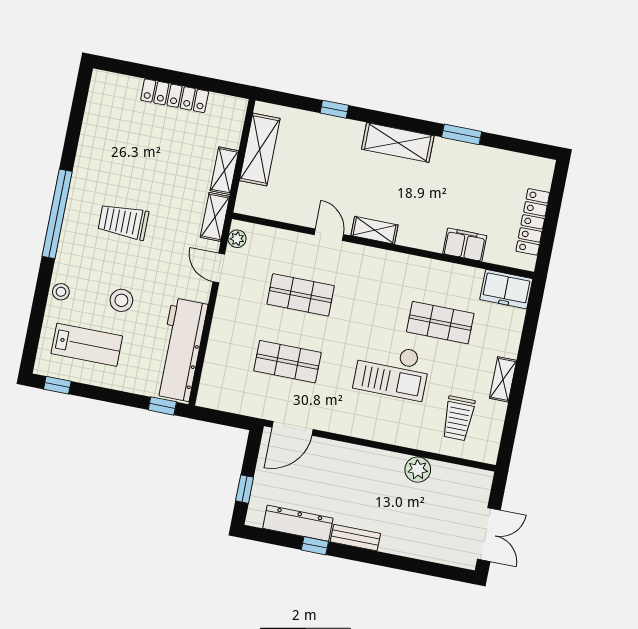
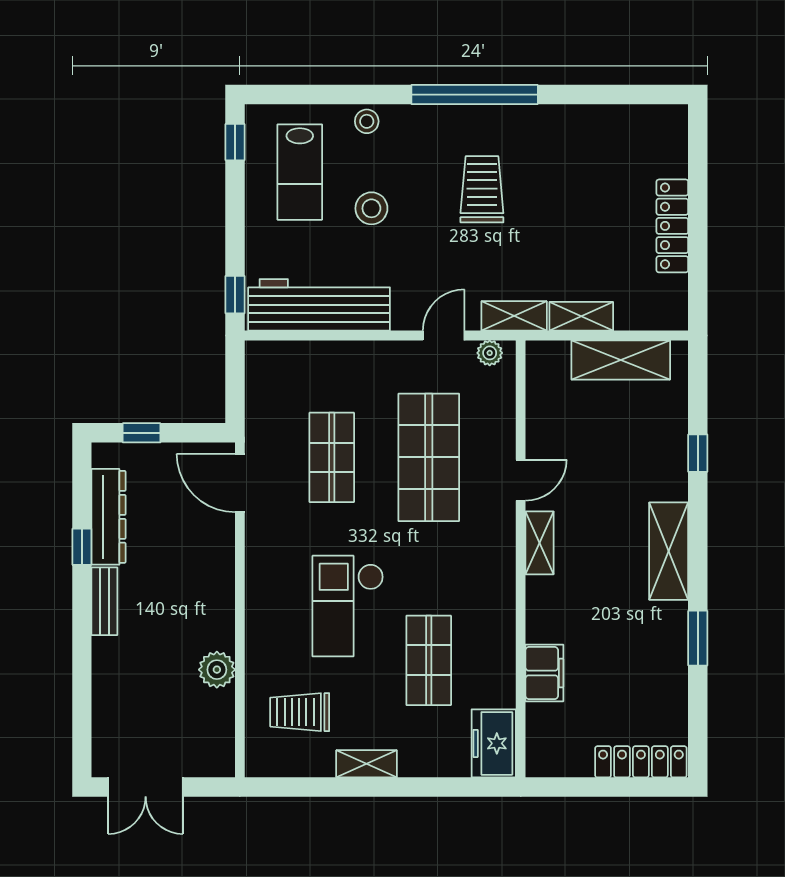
locker: (533, 222) -> (641, 762), moved
shop shelf: (301, 295) -> (429, 457), width x1.43, depth x1.36

